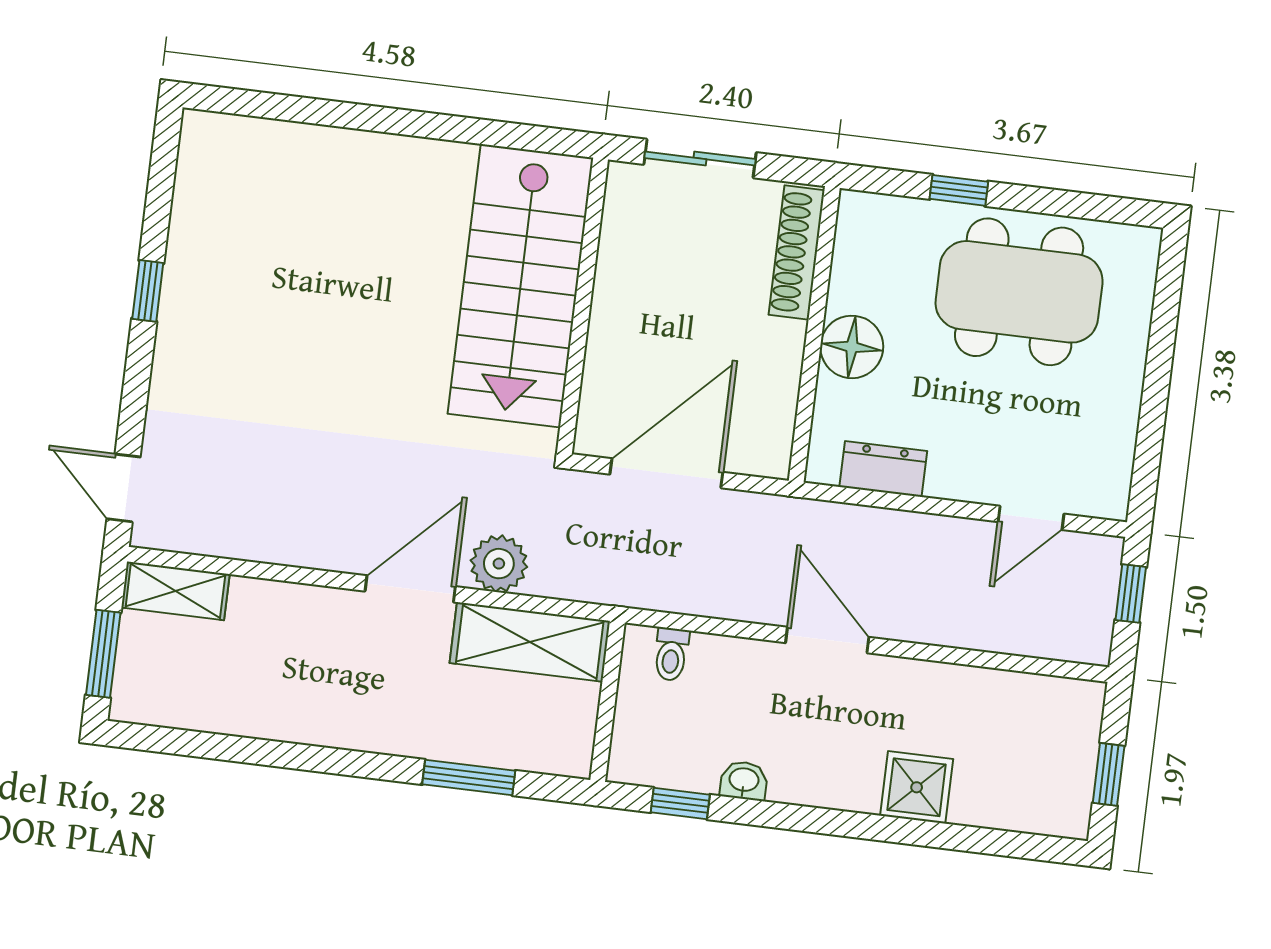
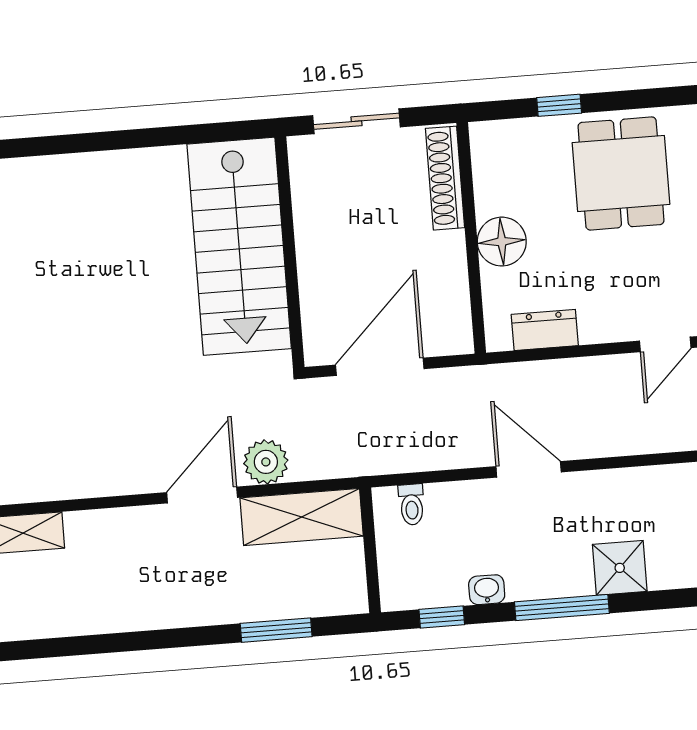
dining table: (1019, 292) -> (621, 173), width x0.73
window: (834, 822) -> (562, 608), added

